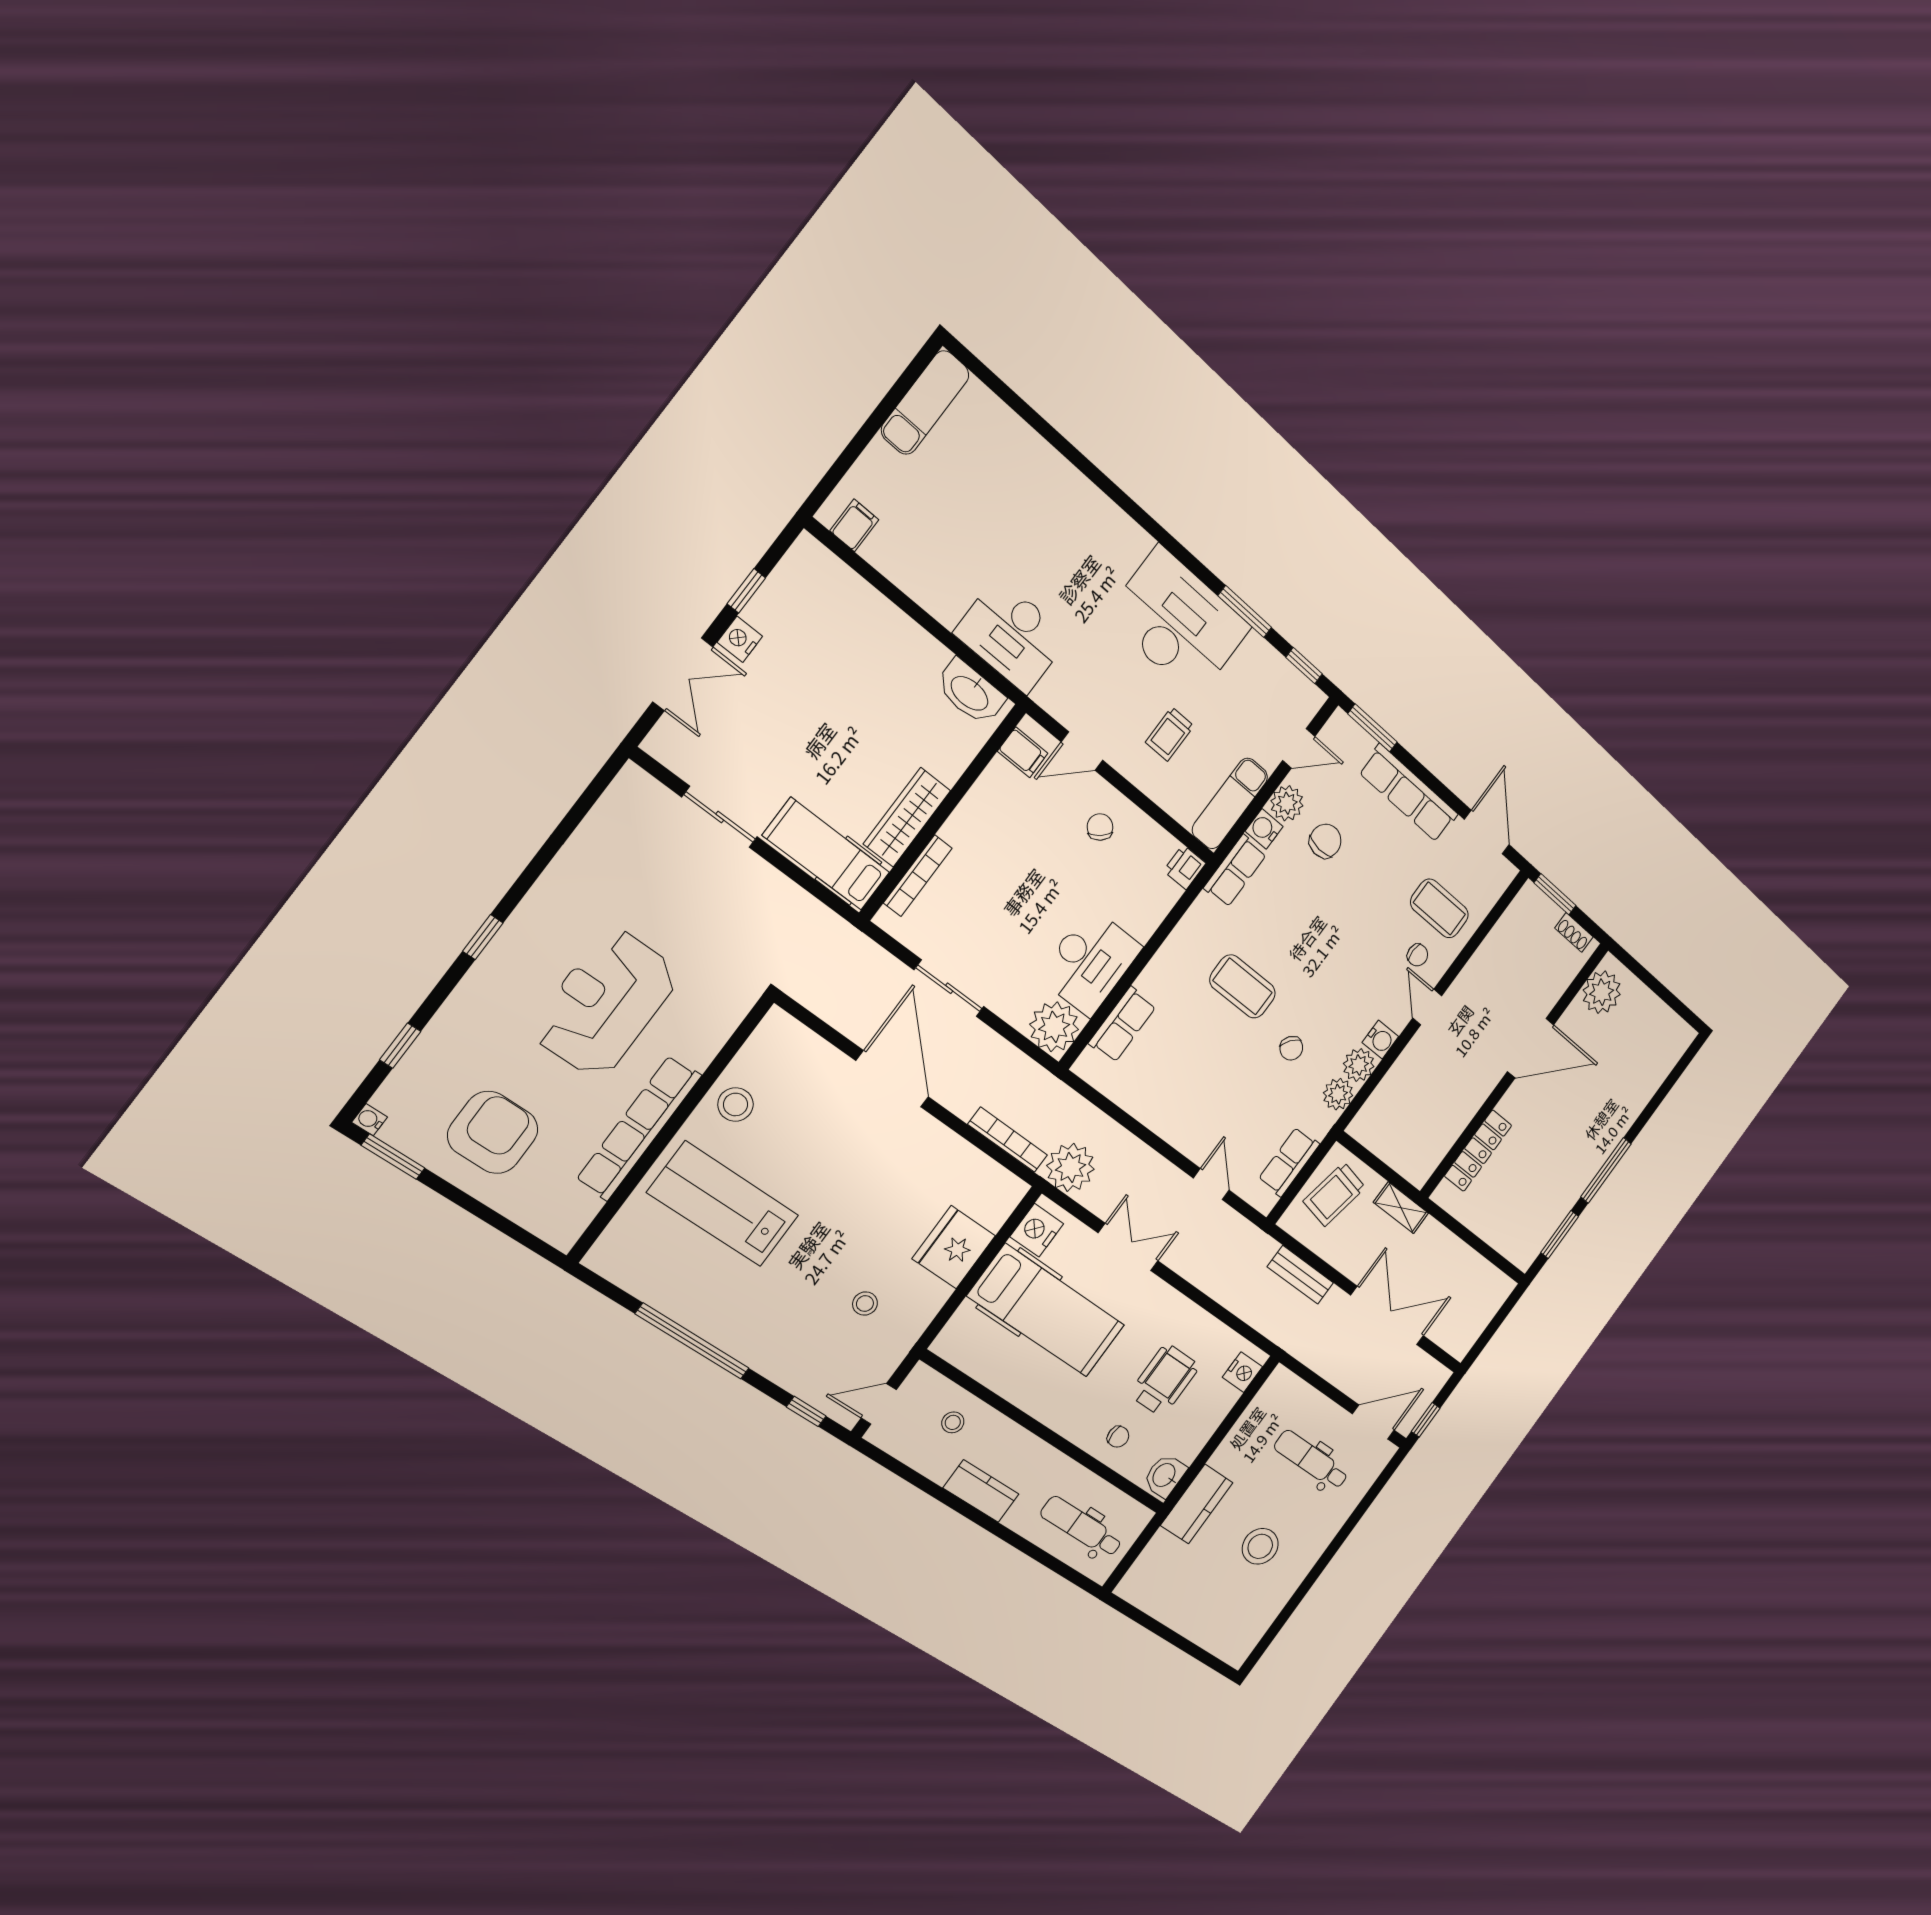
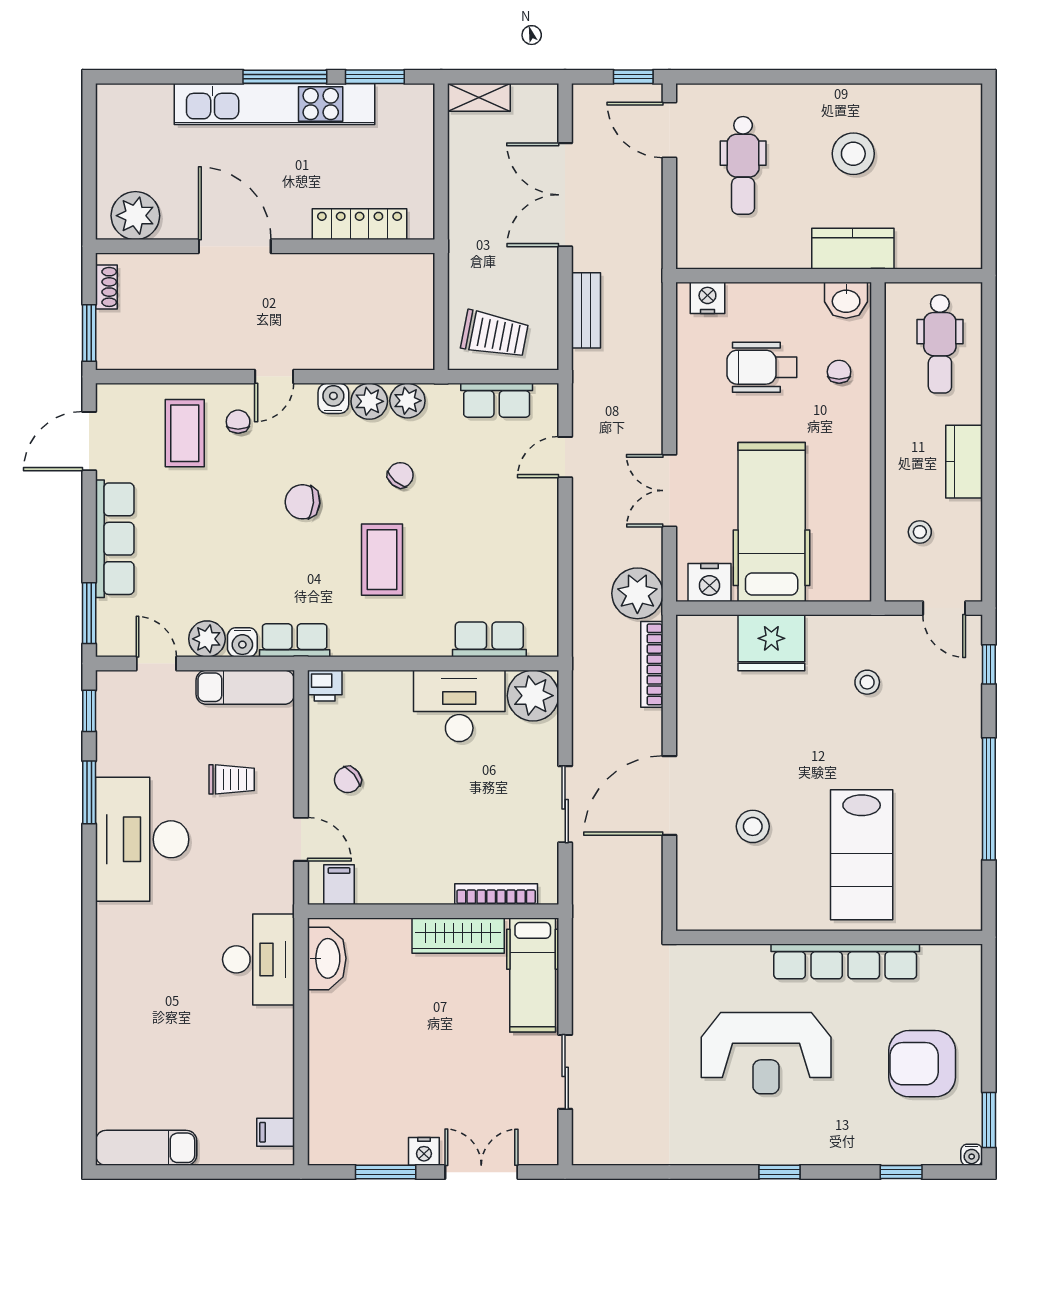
window: (746, 591) -> (386, 1172), width x1.50
chair: (1325, 841) -> (303, 502), moved
stool: (735, 1104) -> (753, 826), moved
kitchen unit: (1595, 1150) -> (275, 104), added
shelving: (1401, 1208) -> (479, 97), moved, turned 90

